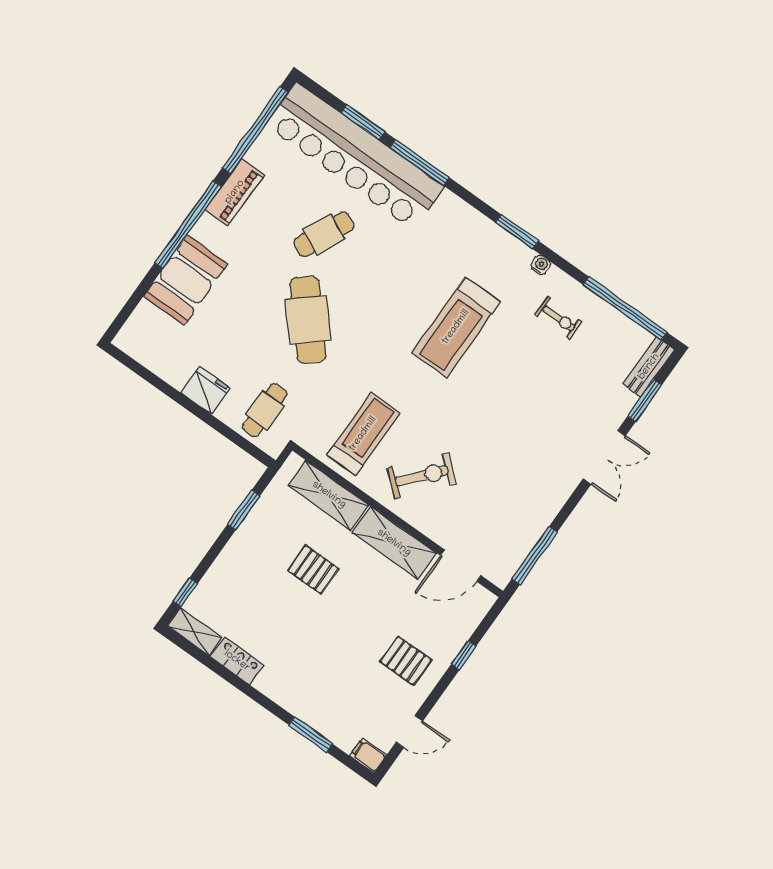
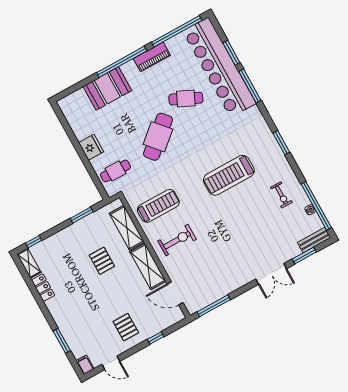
water cooler: (541, 265) -> (310, 210), moved
exercise bike: (422, 476) -> (177, 240), turned -41

